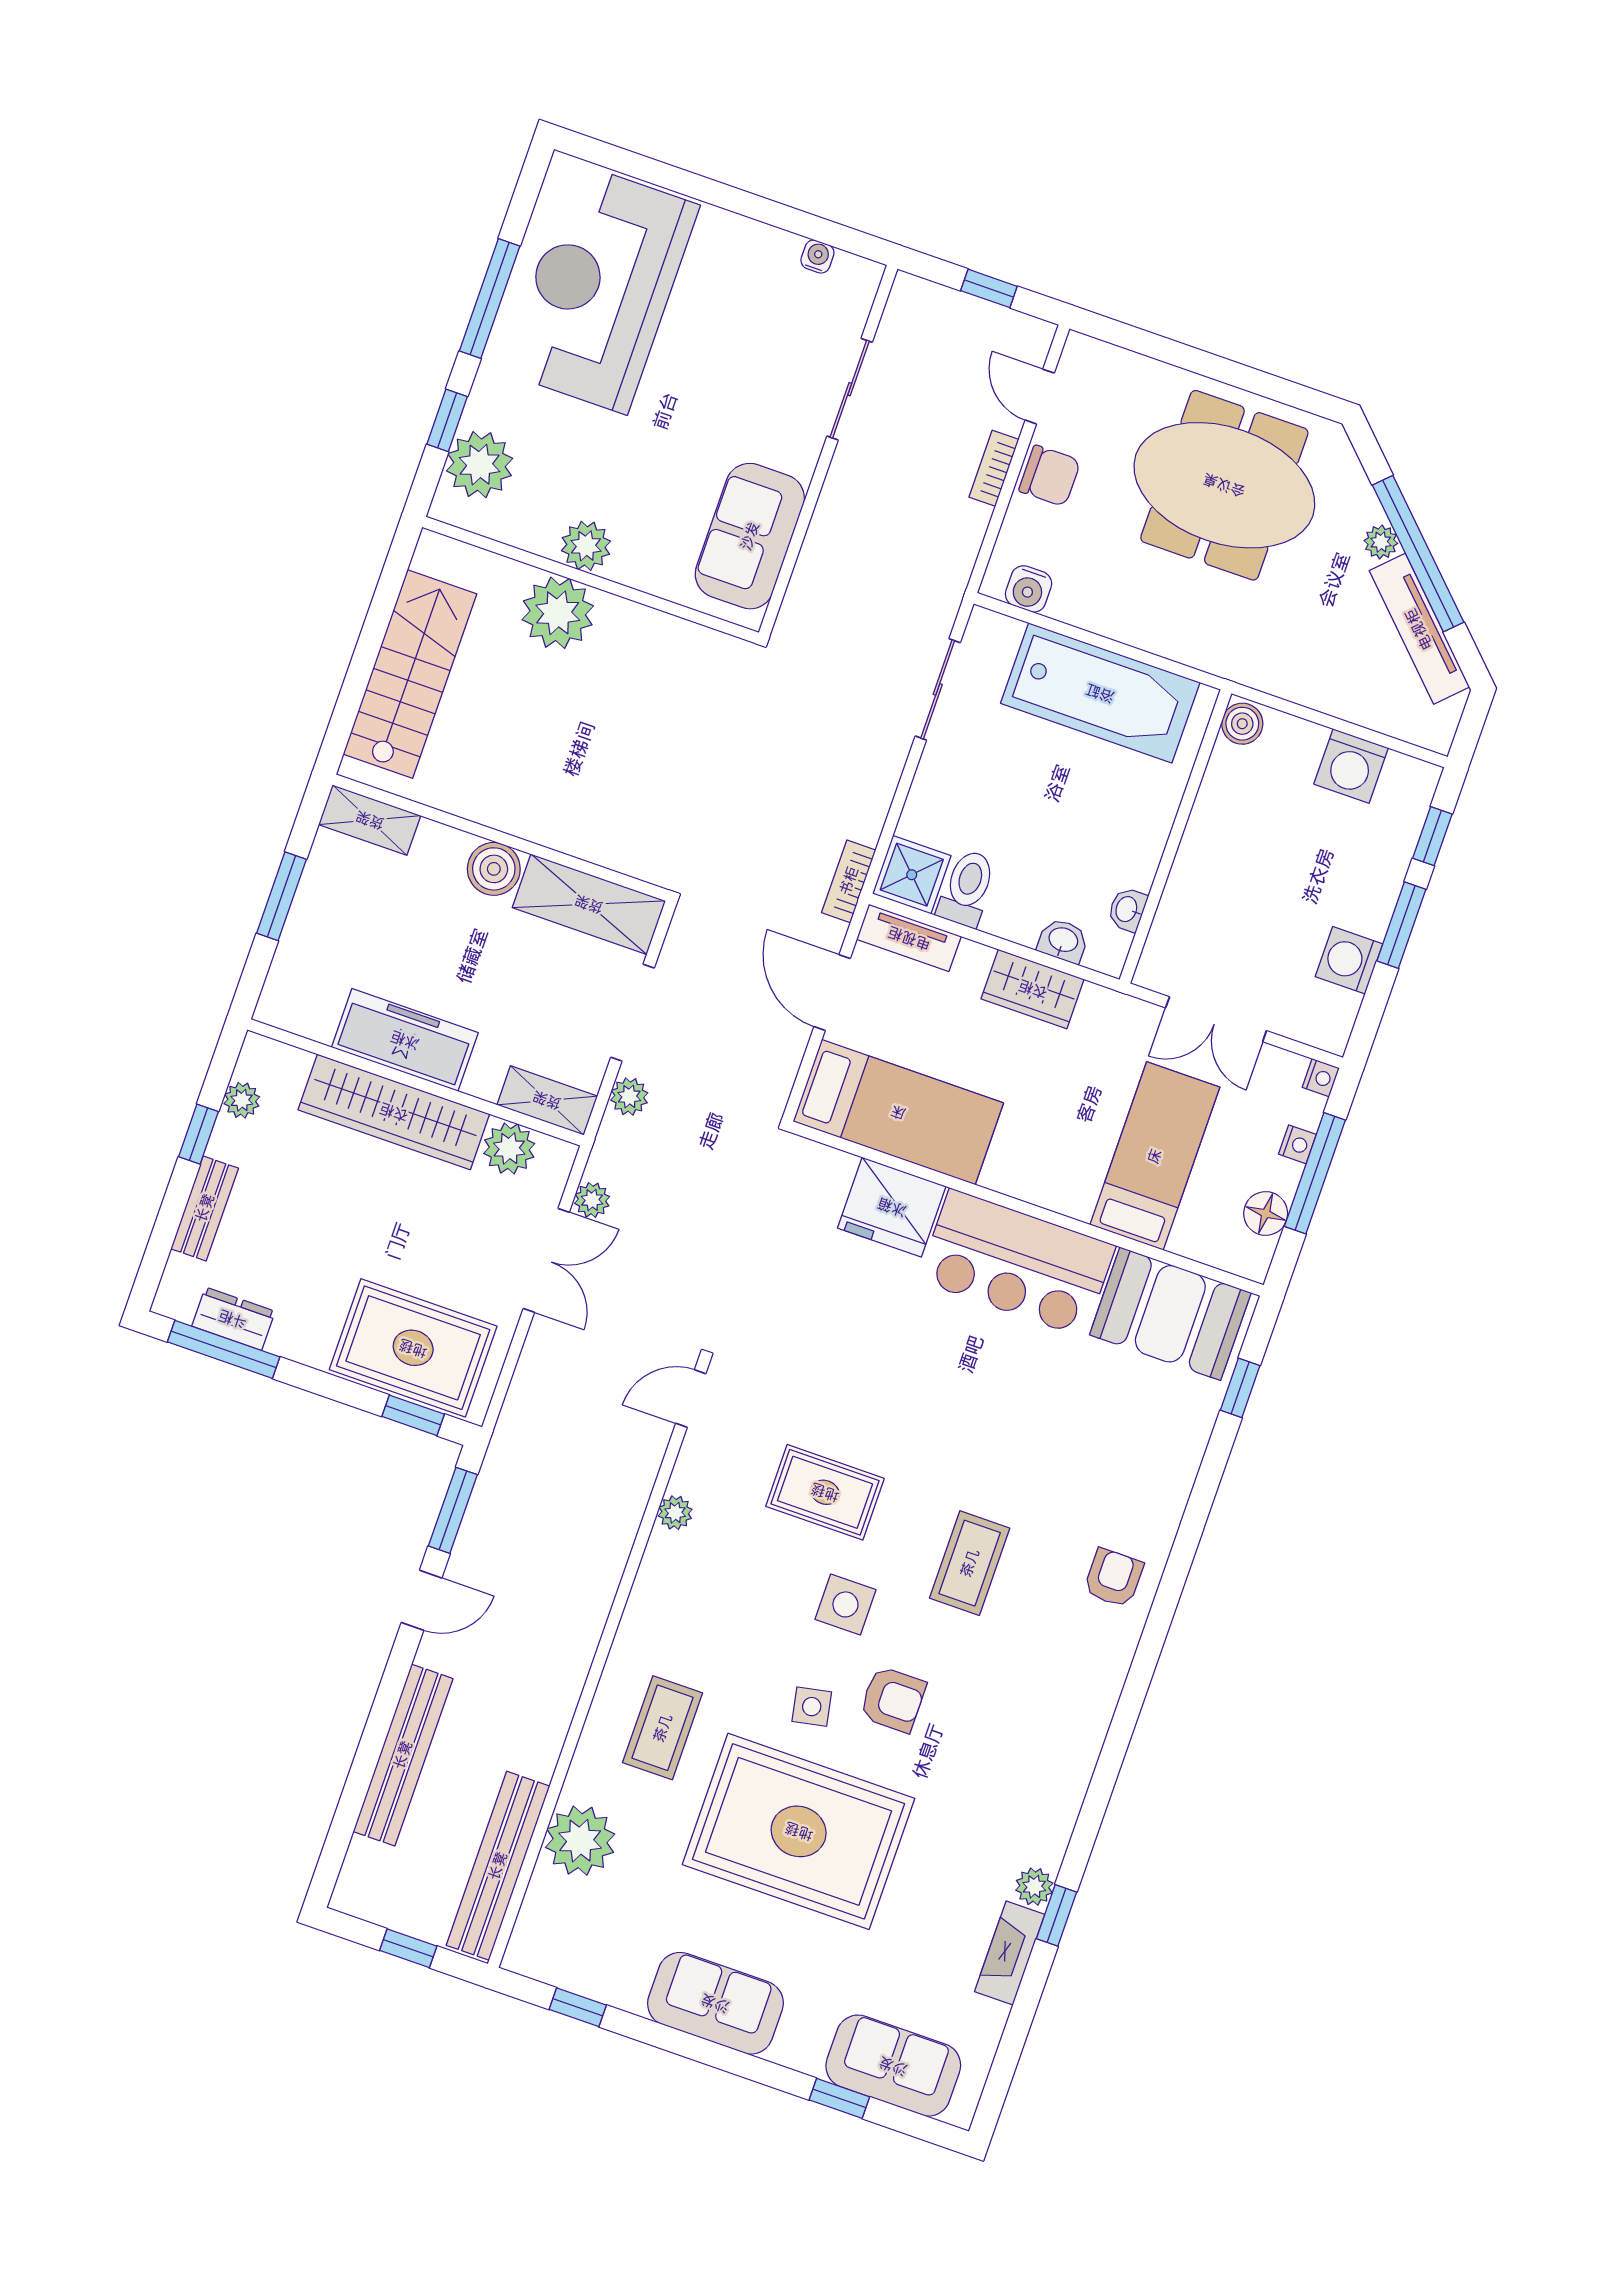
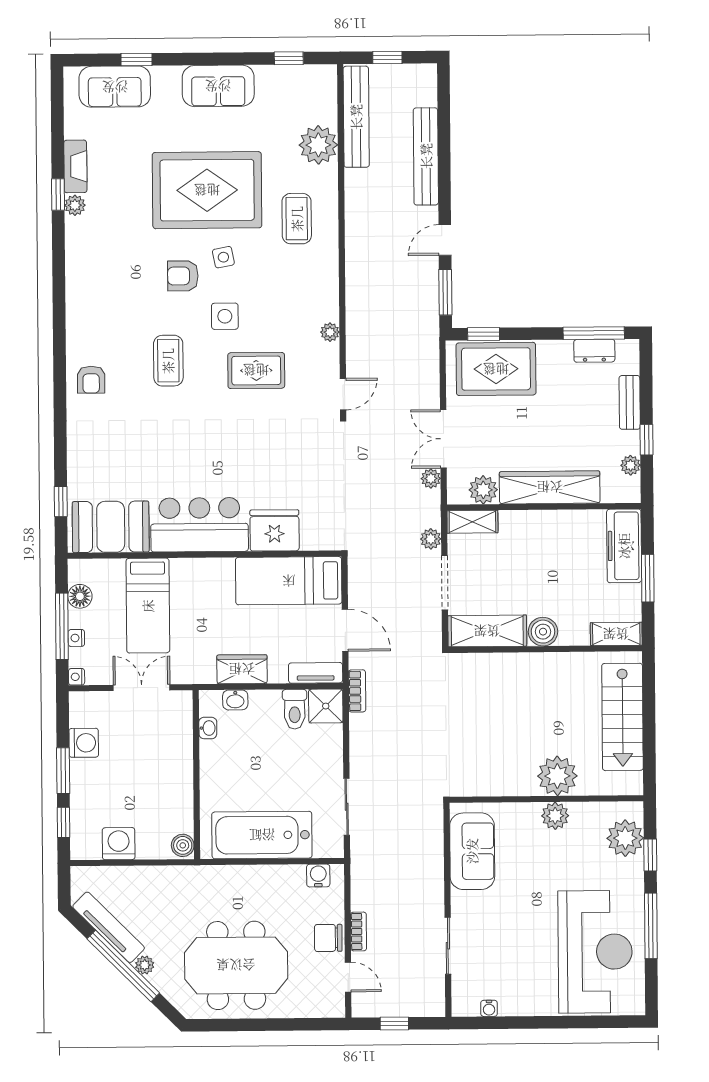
freezer: (405, 1040) -> (624, 546), moved, turned 90

